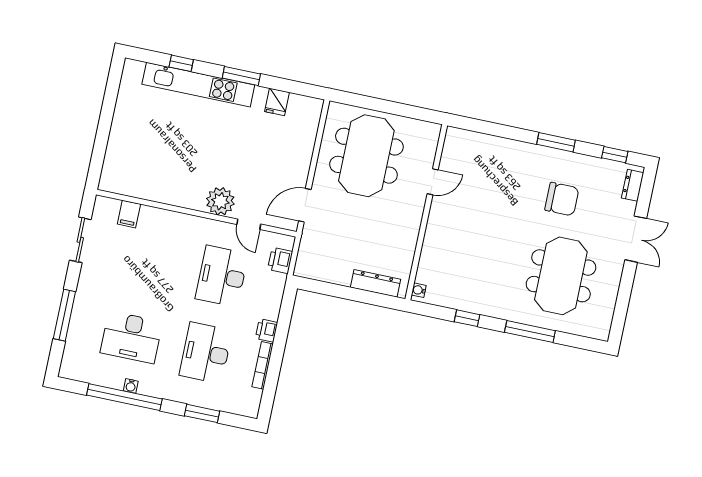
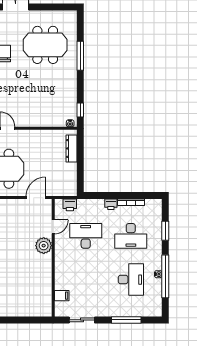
door: (305, 205) -> (36, 198), swing flipped
desk: (222, 276) -> (86, 236), turned 180
window: (467, 318) -> (80, 110), moved

